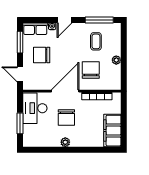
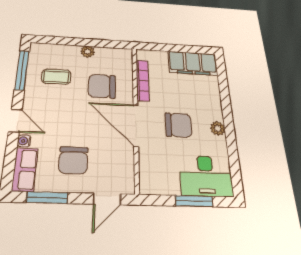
desk: (35, 108) -> (206, 176), moved

